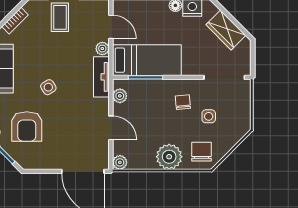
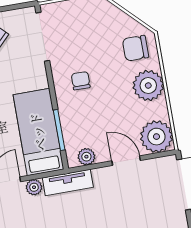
chair: (183, 102) -> (81, 81), turned 96
side table: (209, 116) -> (92, 47), removed
door: (111, 128) -> (126, 161), hinge flipped
plant: (120, 162) -> (156, 137), width x1.87, depth x1.87

